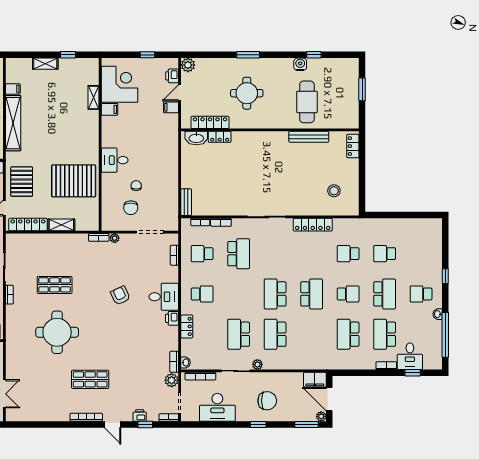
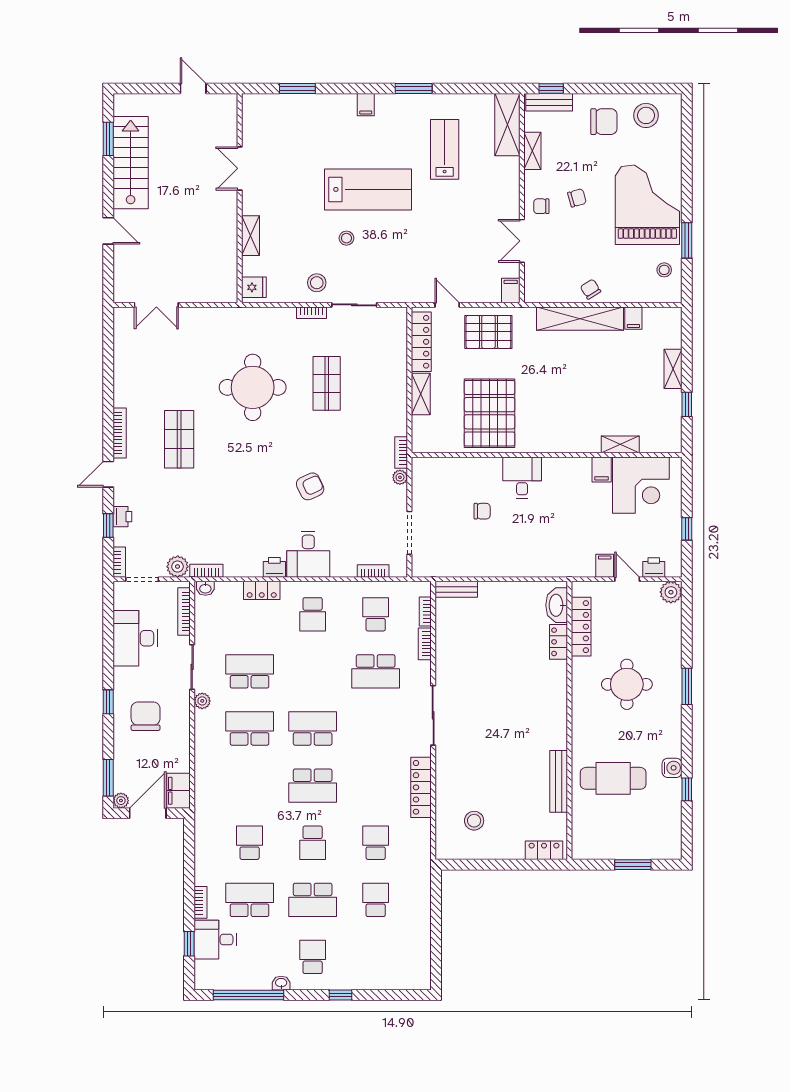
chair: (131, 208) -> (448, 503), removed
school desk: (348, 334) -> (250, 843), width x0.54
chair: (267, 401) -> (146, 716), turned 180

